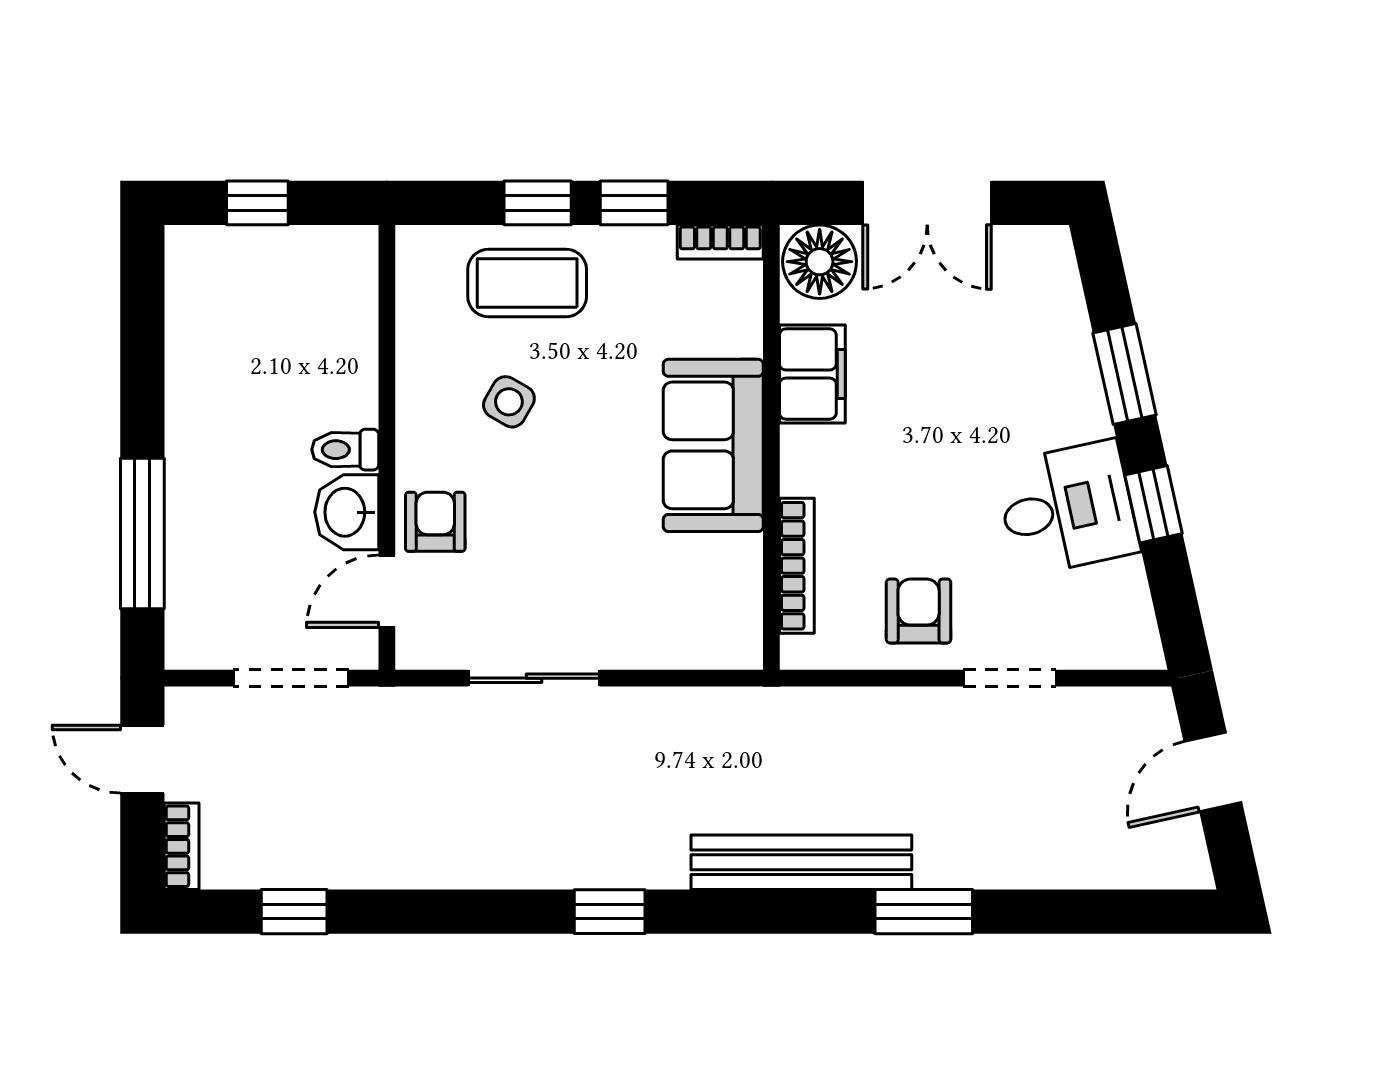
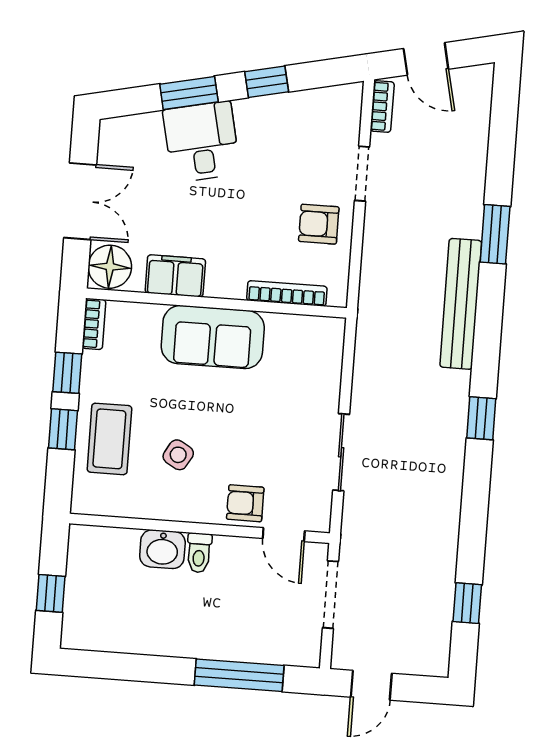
desk: (1067, 508) -> (202, 142), moved
washbasin: (347, 512) -> (162, 549), moved
bookcase: (182, 846) -> (382, 106), moved, turned 90

